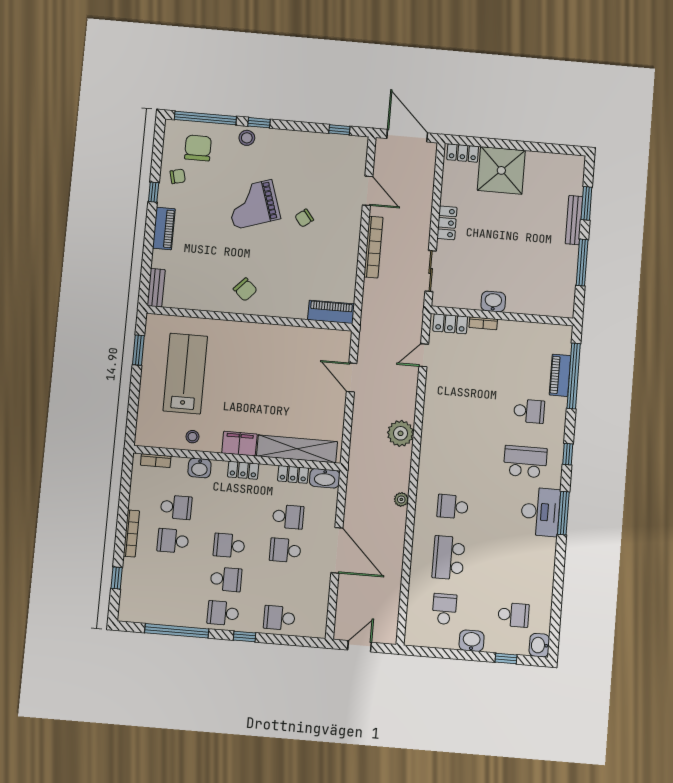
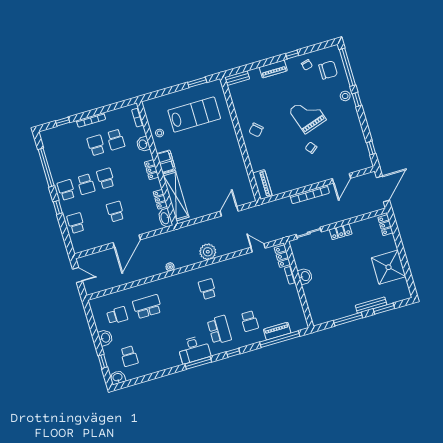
shower: (501, 170) -> (389, 267), moved
school desk: (453, 507) -> (207, 289), moved
school desk: (288, 517) -> (135, 206), removed

